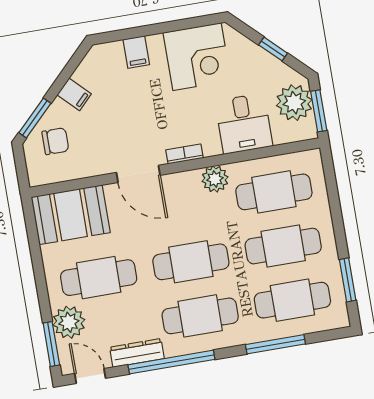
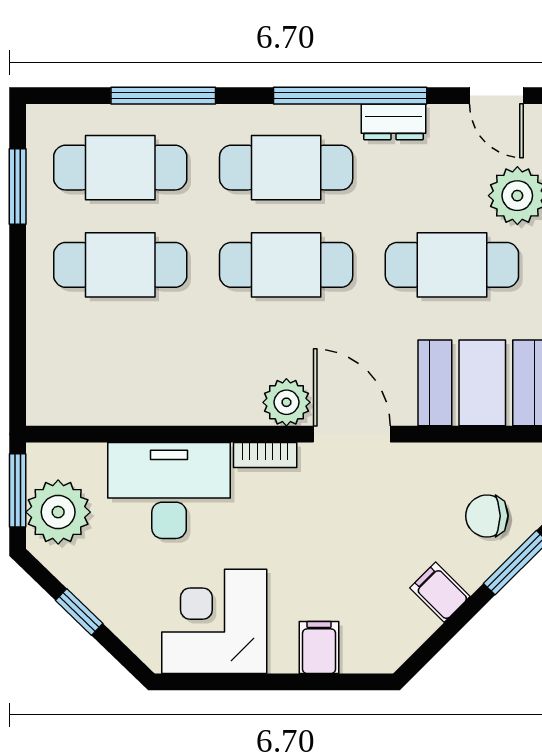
desk: (244, 124) -> (169, 490), width x1.37
plant: (215, 179) -> (286, 402), moved
cafe table: (274, 192) -> (120, 362), removed
dresser: (137, 353) -> (393, 122), width x0.70

